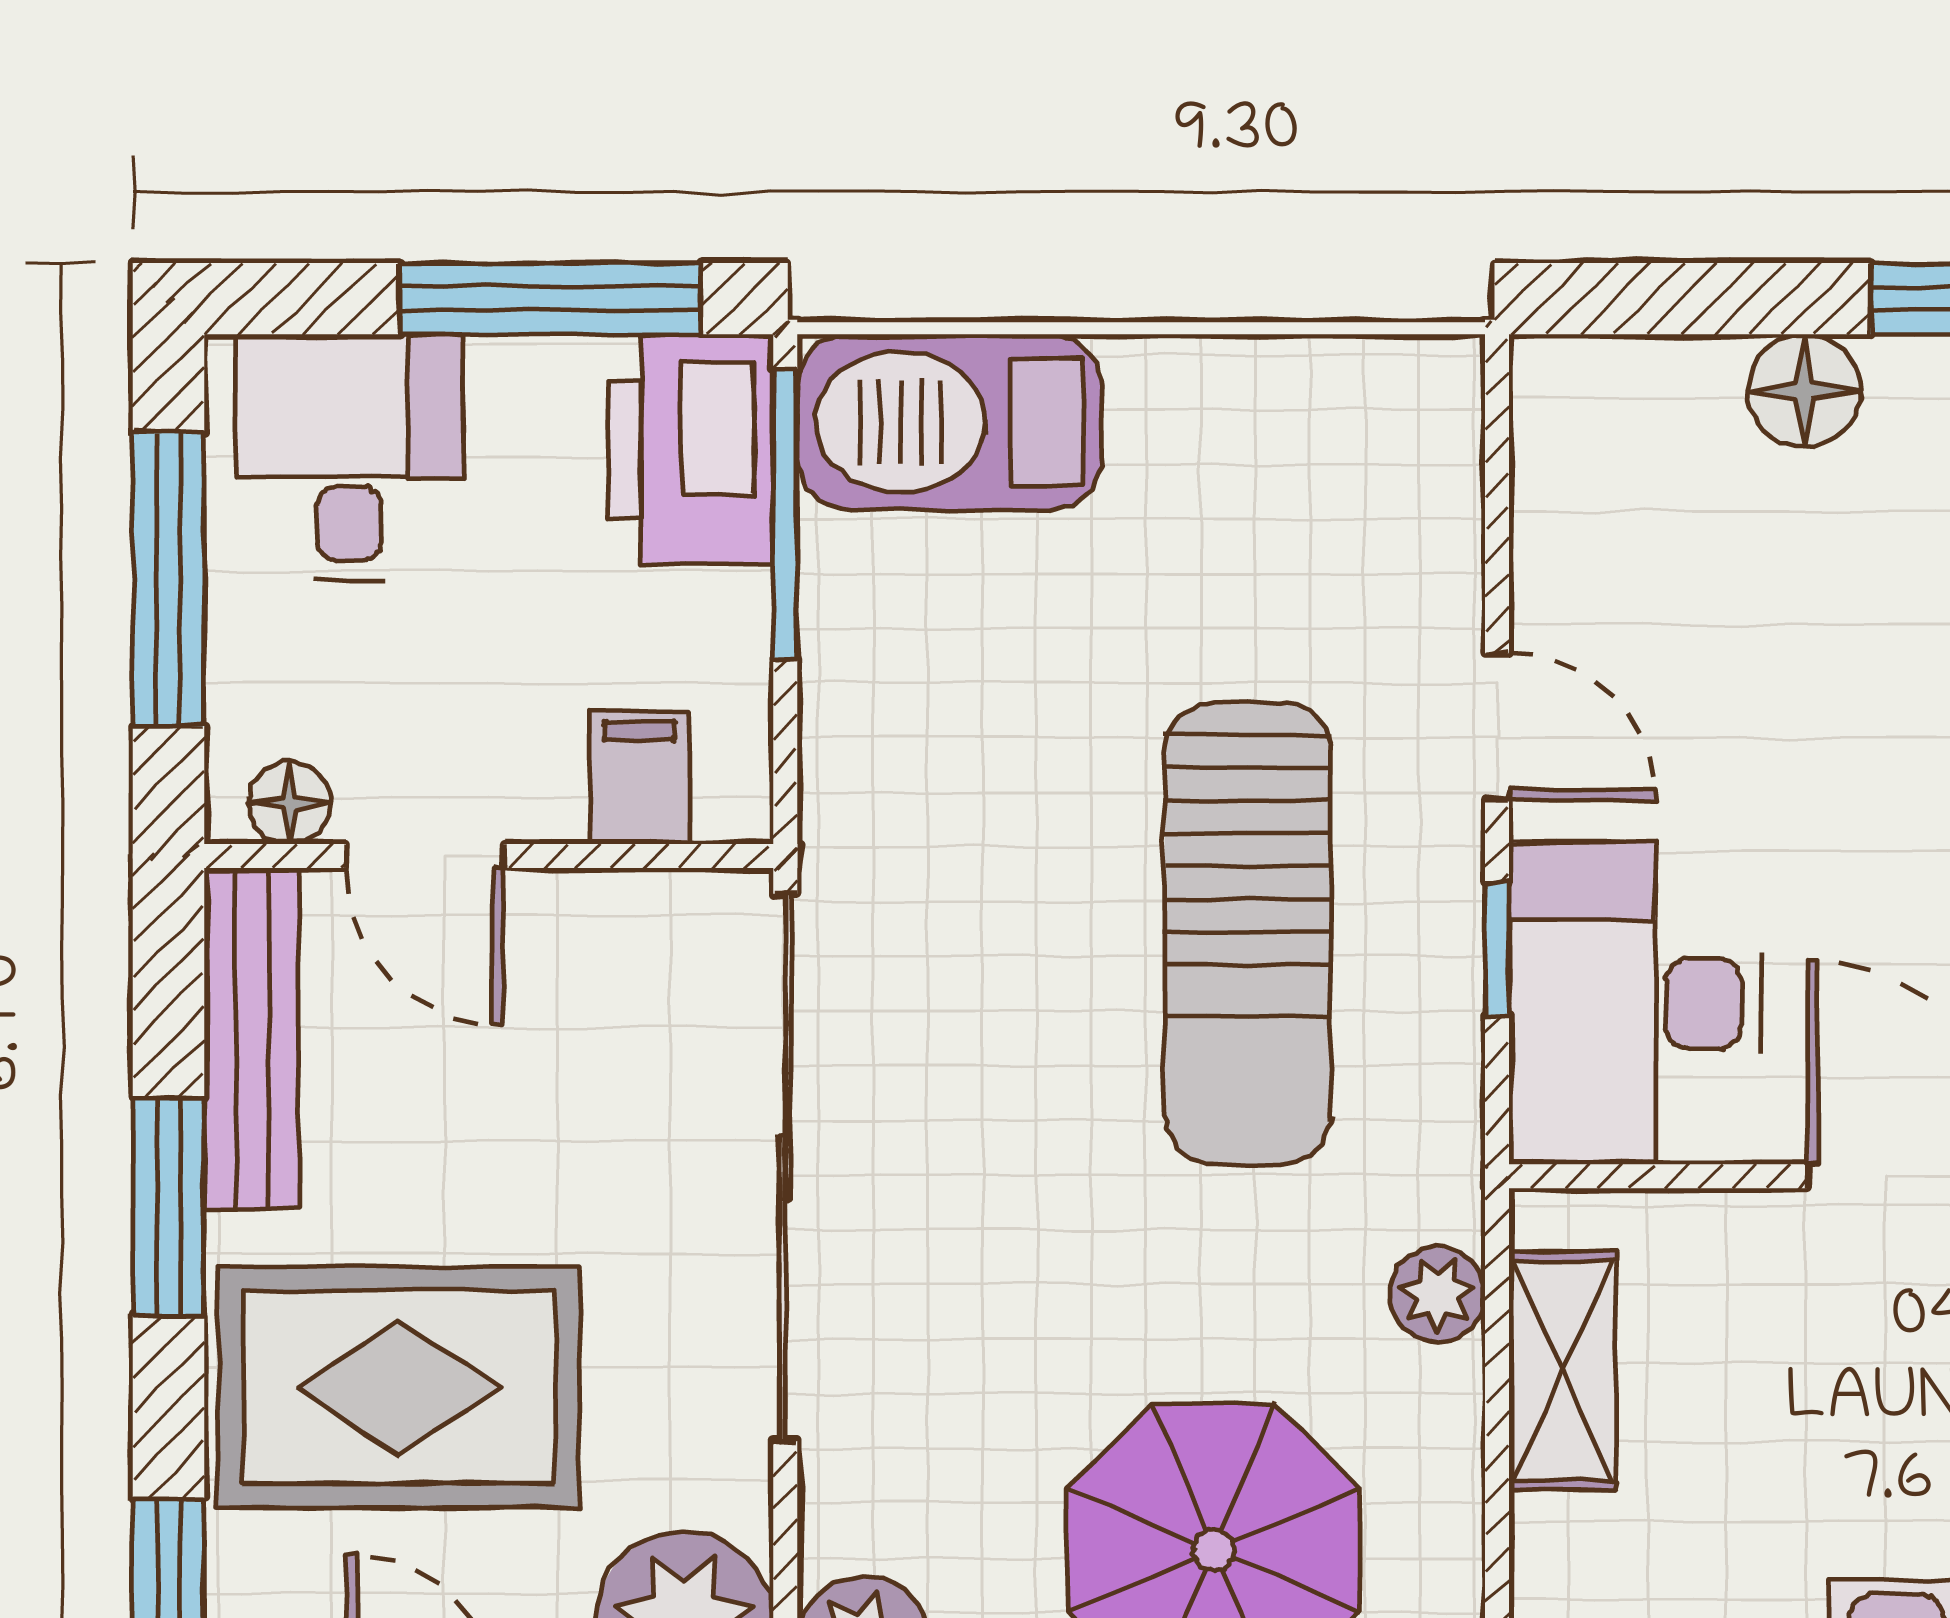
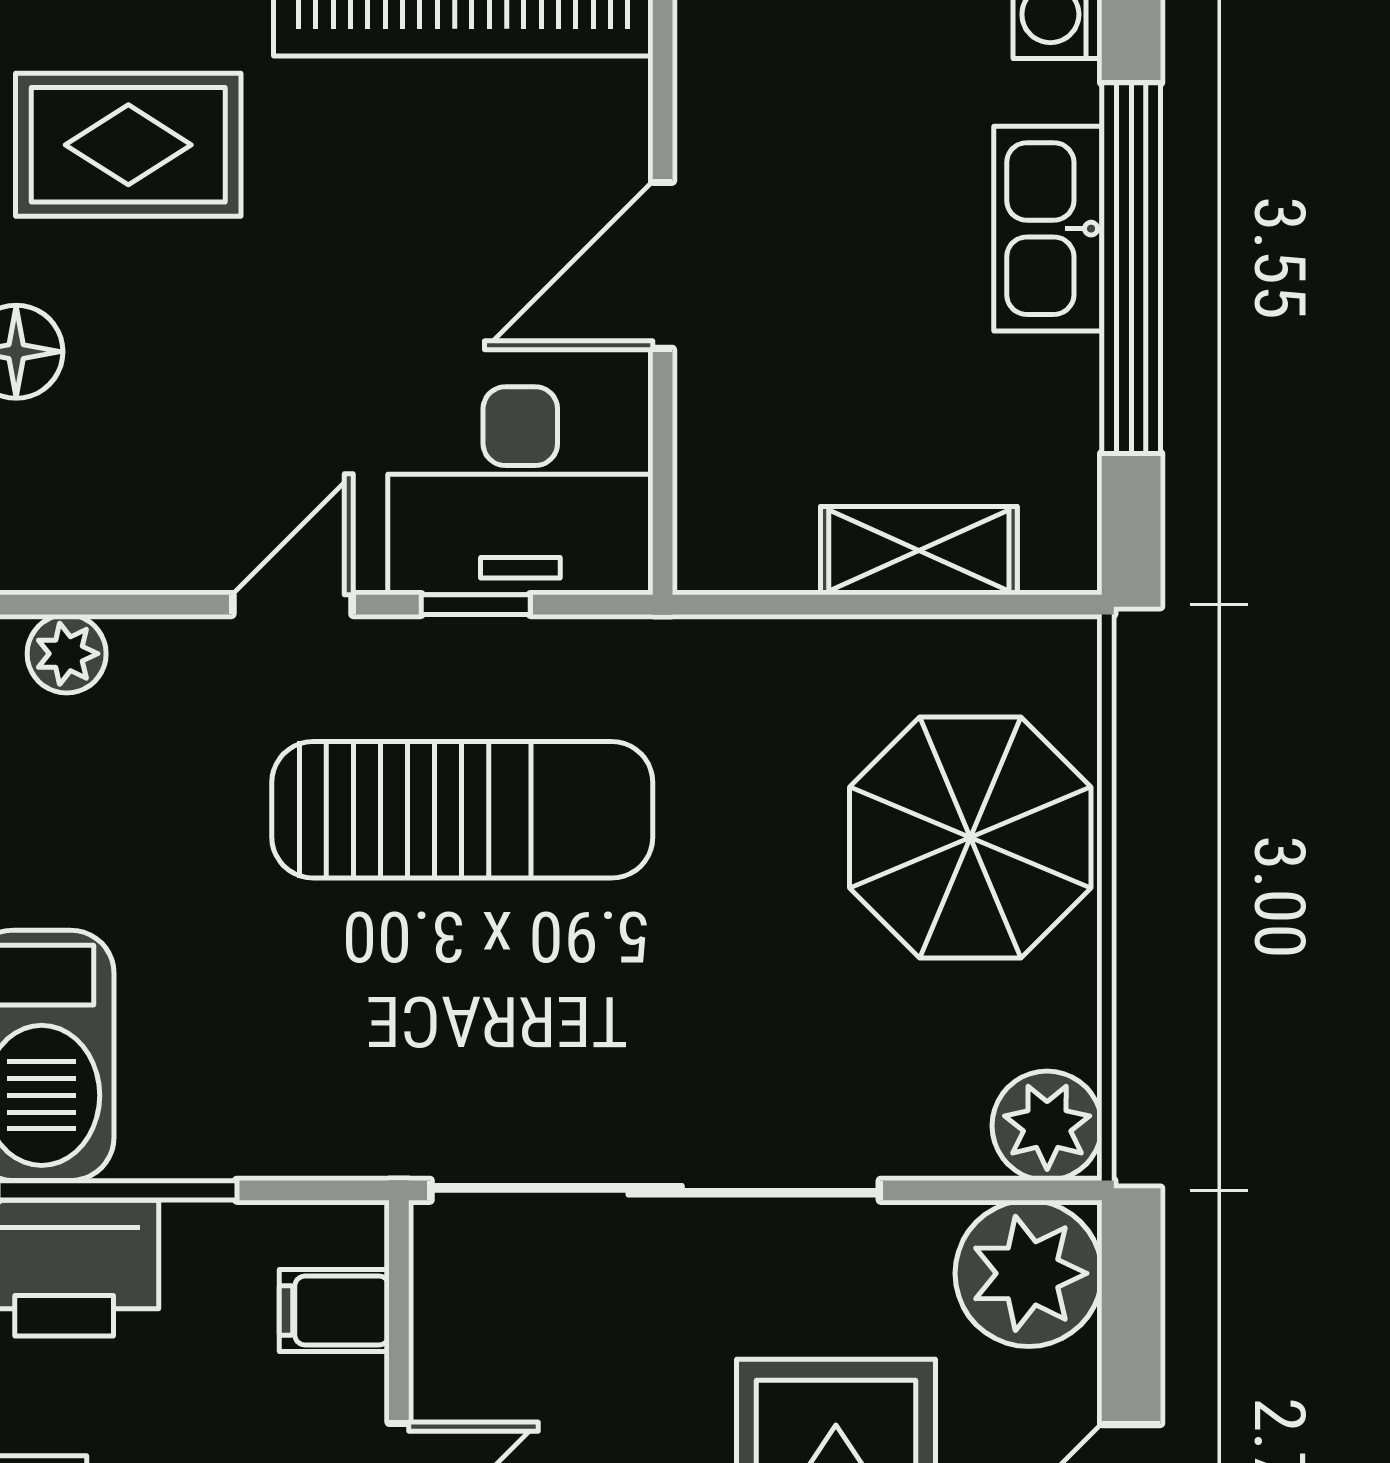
plant: (1437, 1295) -> (67, 654), moved
shelving: (1562, 1371) -> (919, 551), moved

